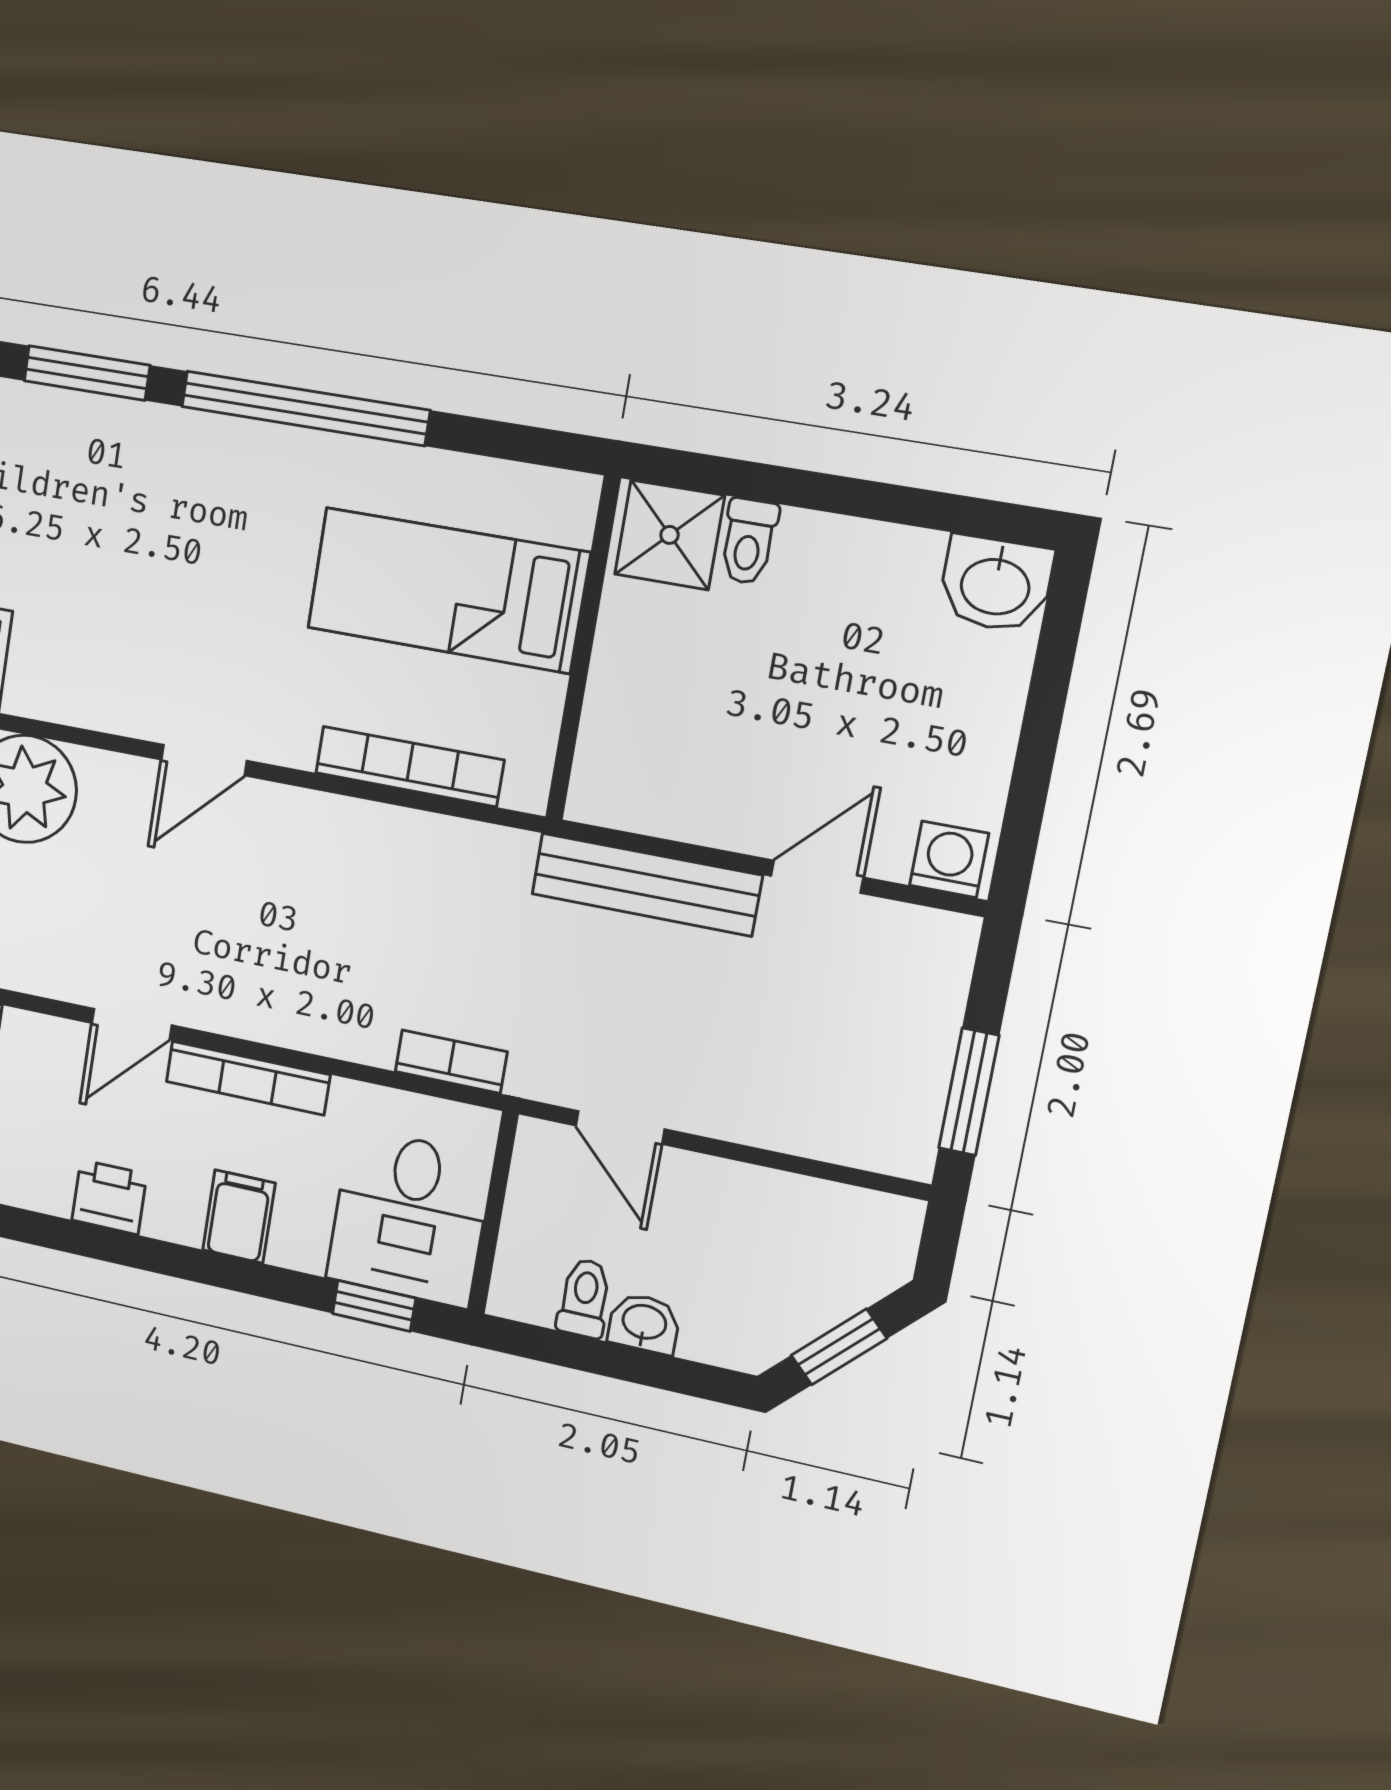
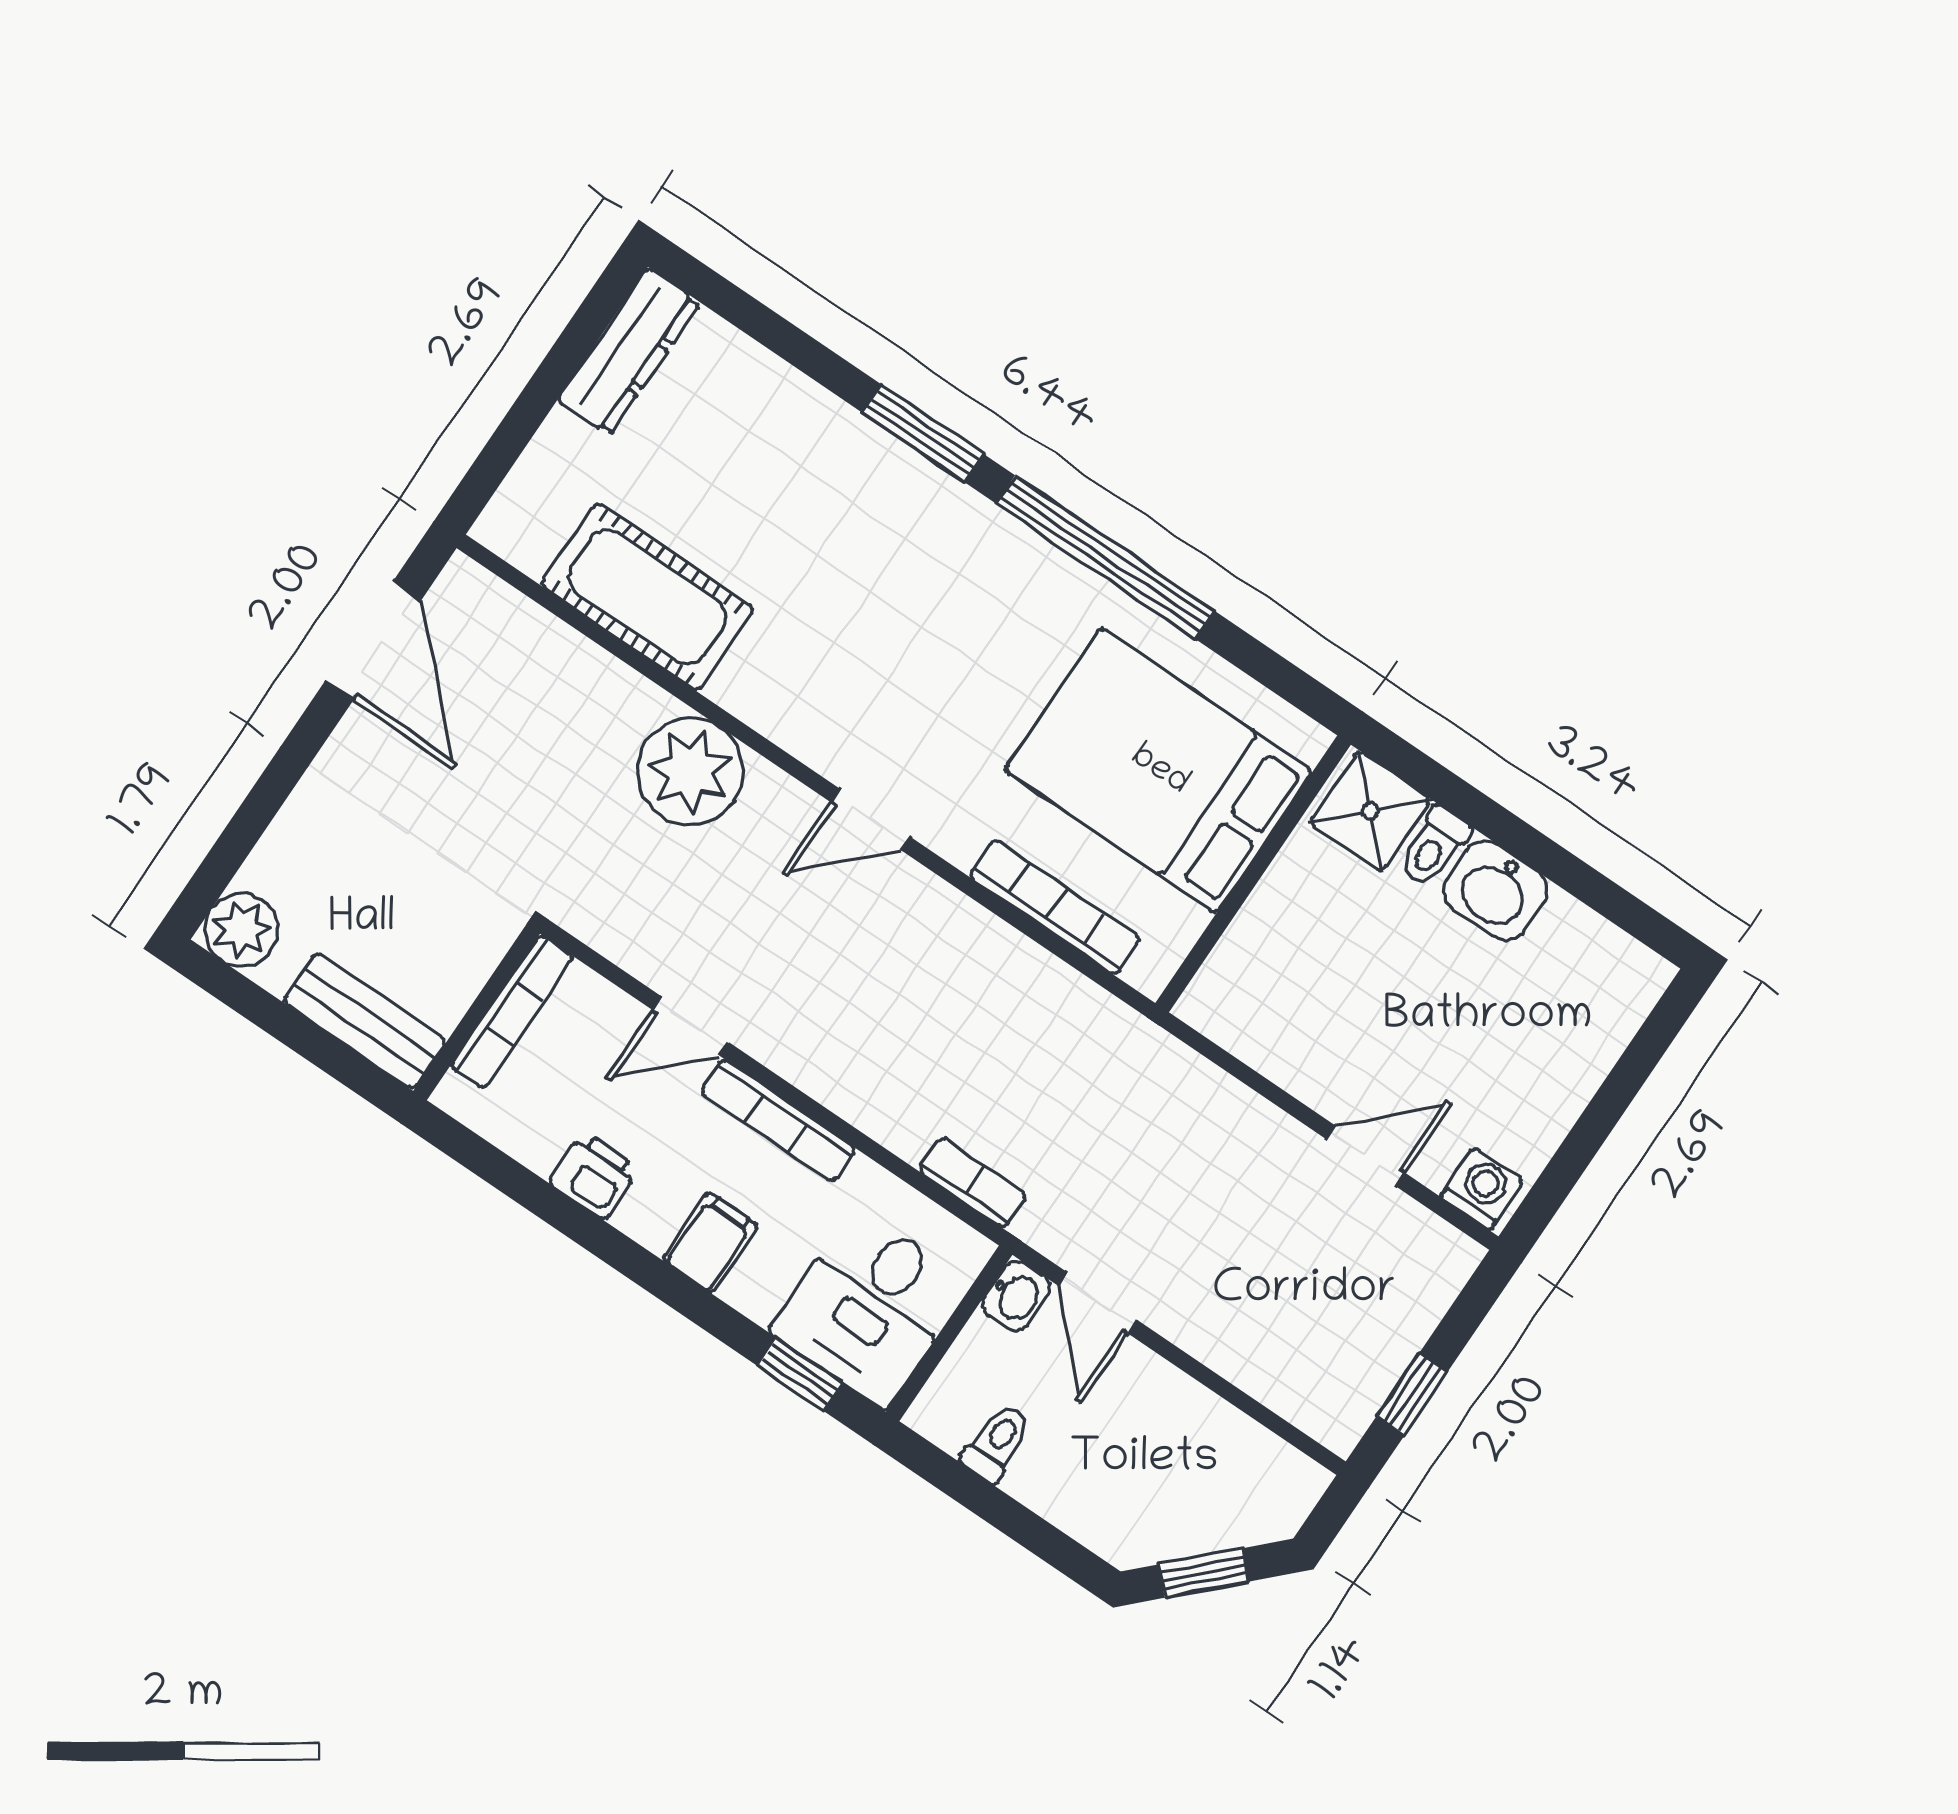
washbasin: (996, 584) -> (1495, 891), moved
bed: (448, 590) -> (1159, 771), width x1.50
bench: (646, 885) -> (1217, 1100), removed
window: (969, 1092) -> (1412, 1394), width x0.67
washbasin: (644, 1323) -> (1016, 1296), moved, turned 90

